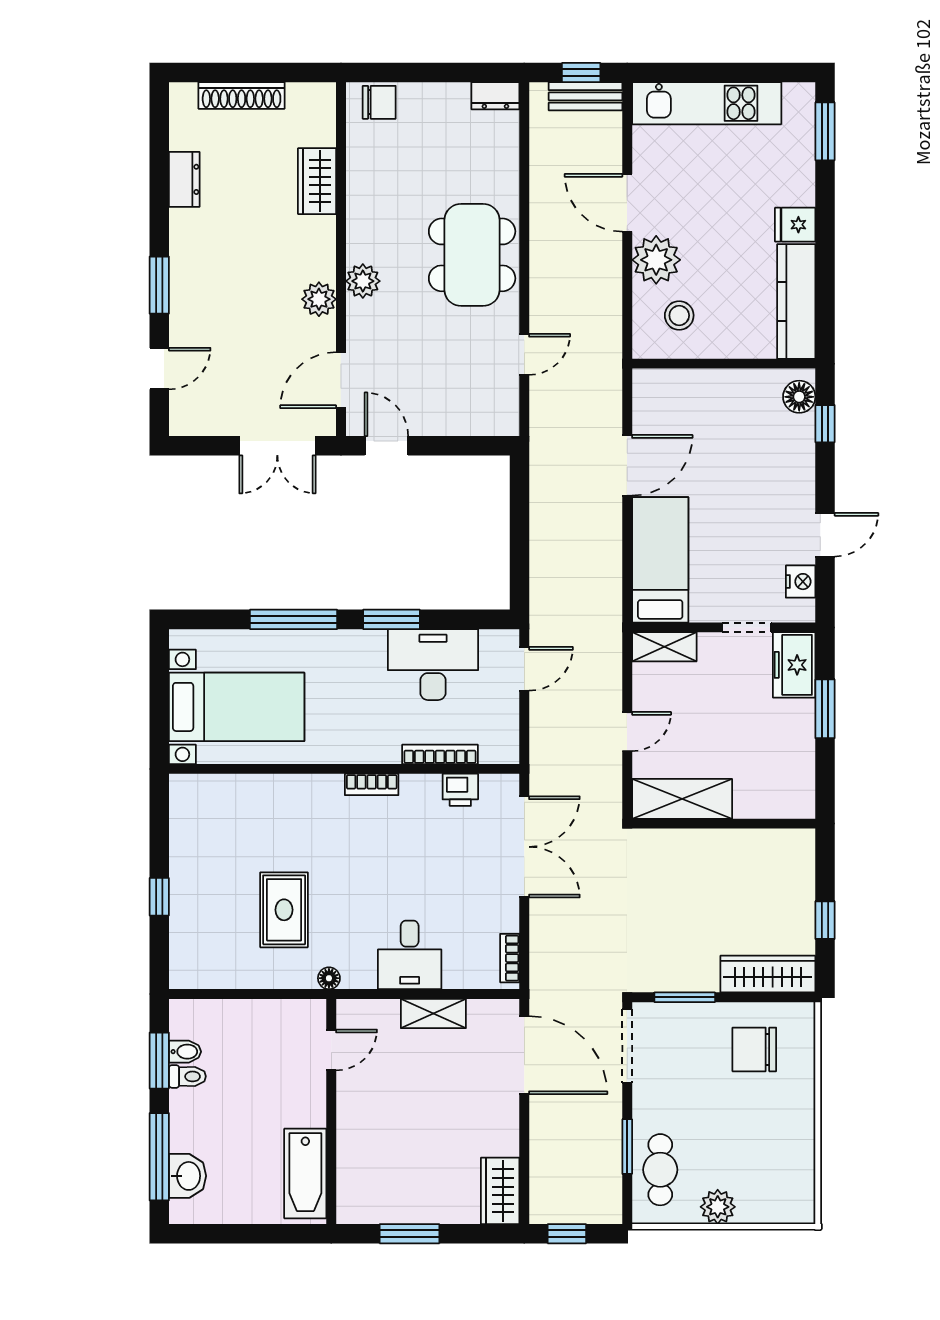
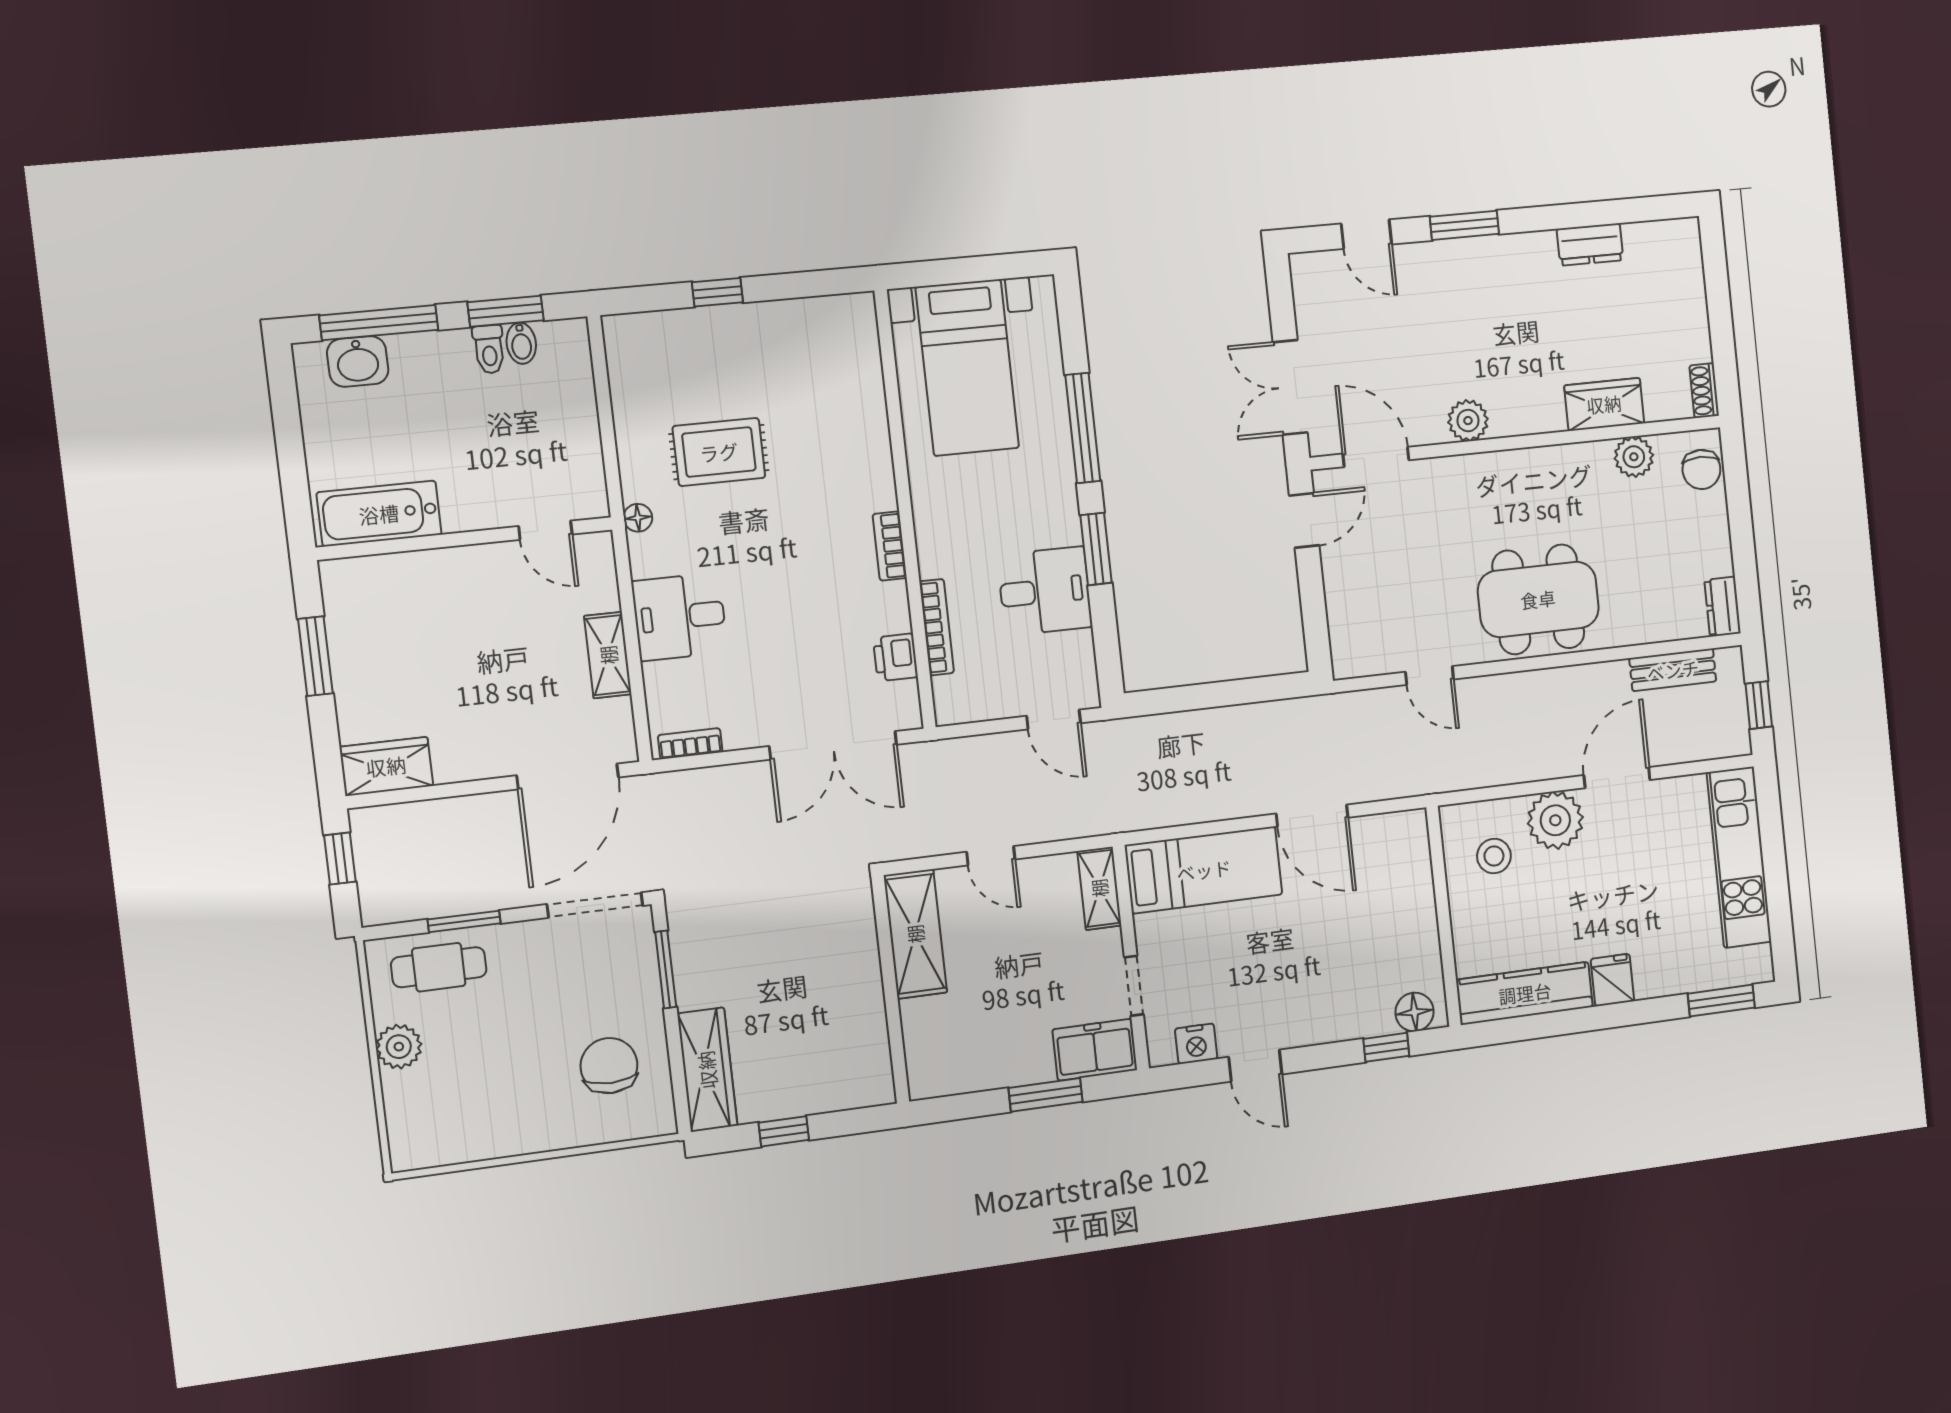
shoe rack: (242, 96) -> (1704, 391), moved, width x0.51, depth x0.81
bench: (586, 96) -> (1673, 670), moved, turned 90
plant: (363, 281) -> (1634, 457), moved
desk: (433, 665) -> (1045, 591), width x0.73

